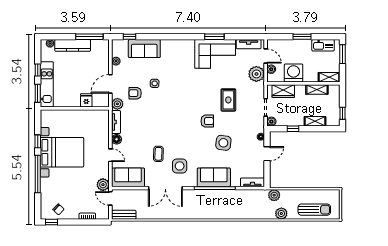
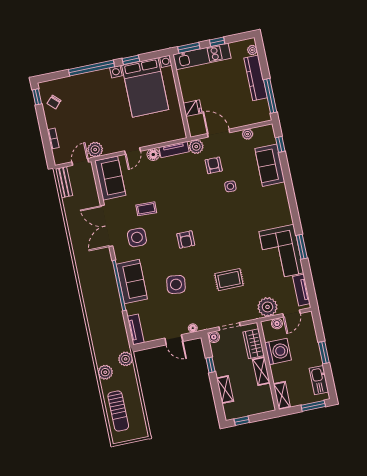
shelving: (317, 90) -> (261, 371), moved
armchair: (207, 121) -> (186, 240), moved
bed with nightstands: (62, 152) -> (145, 87), moved

